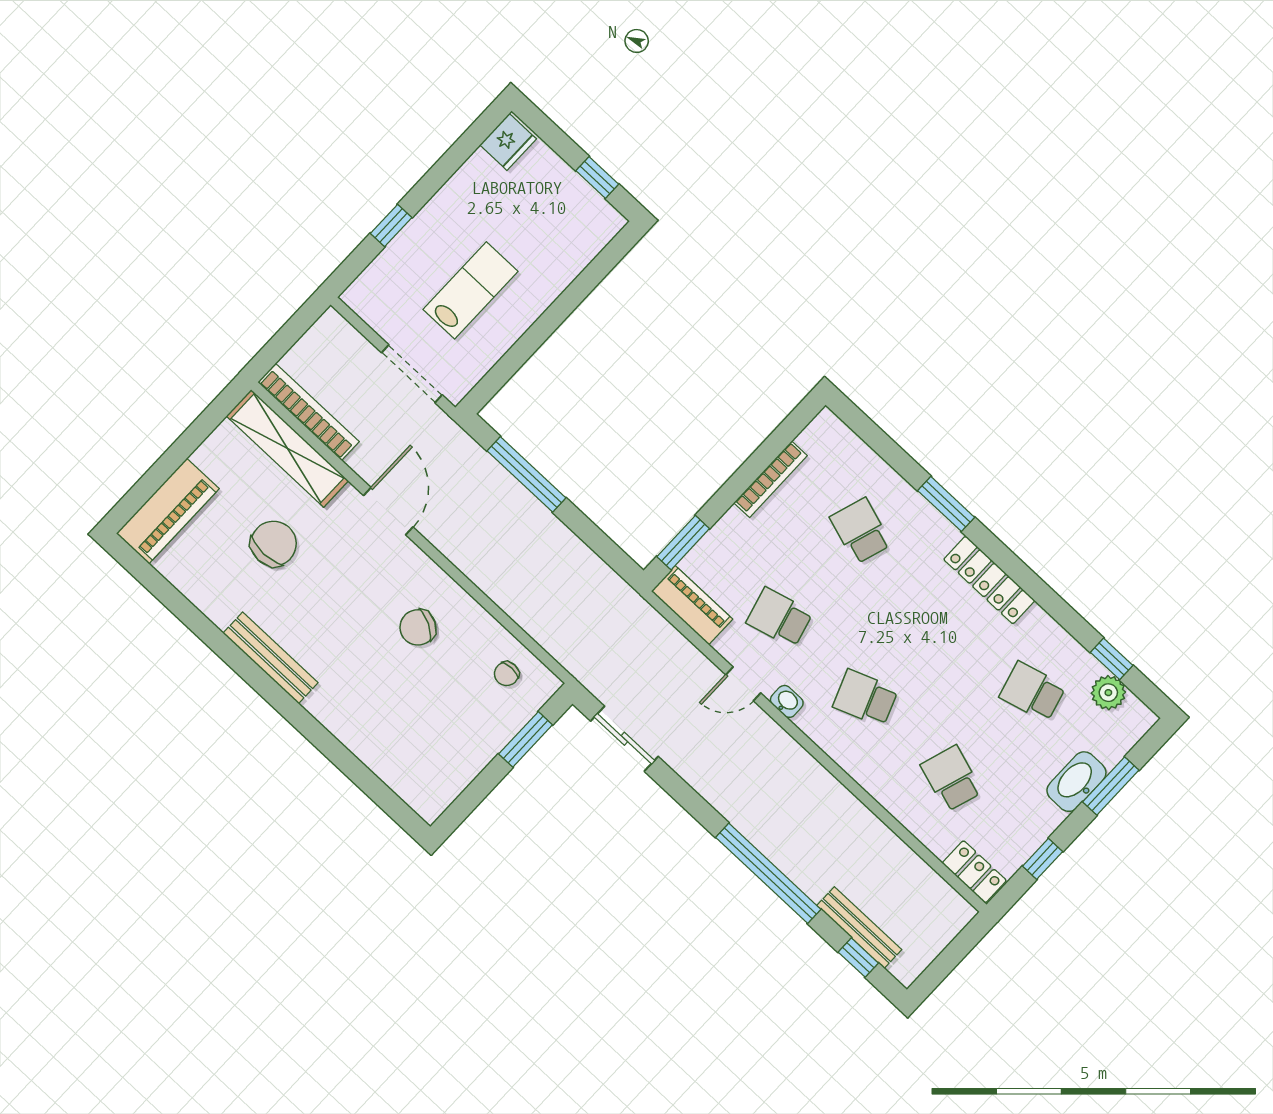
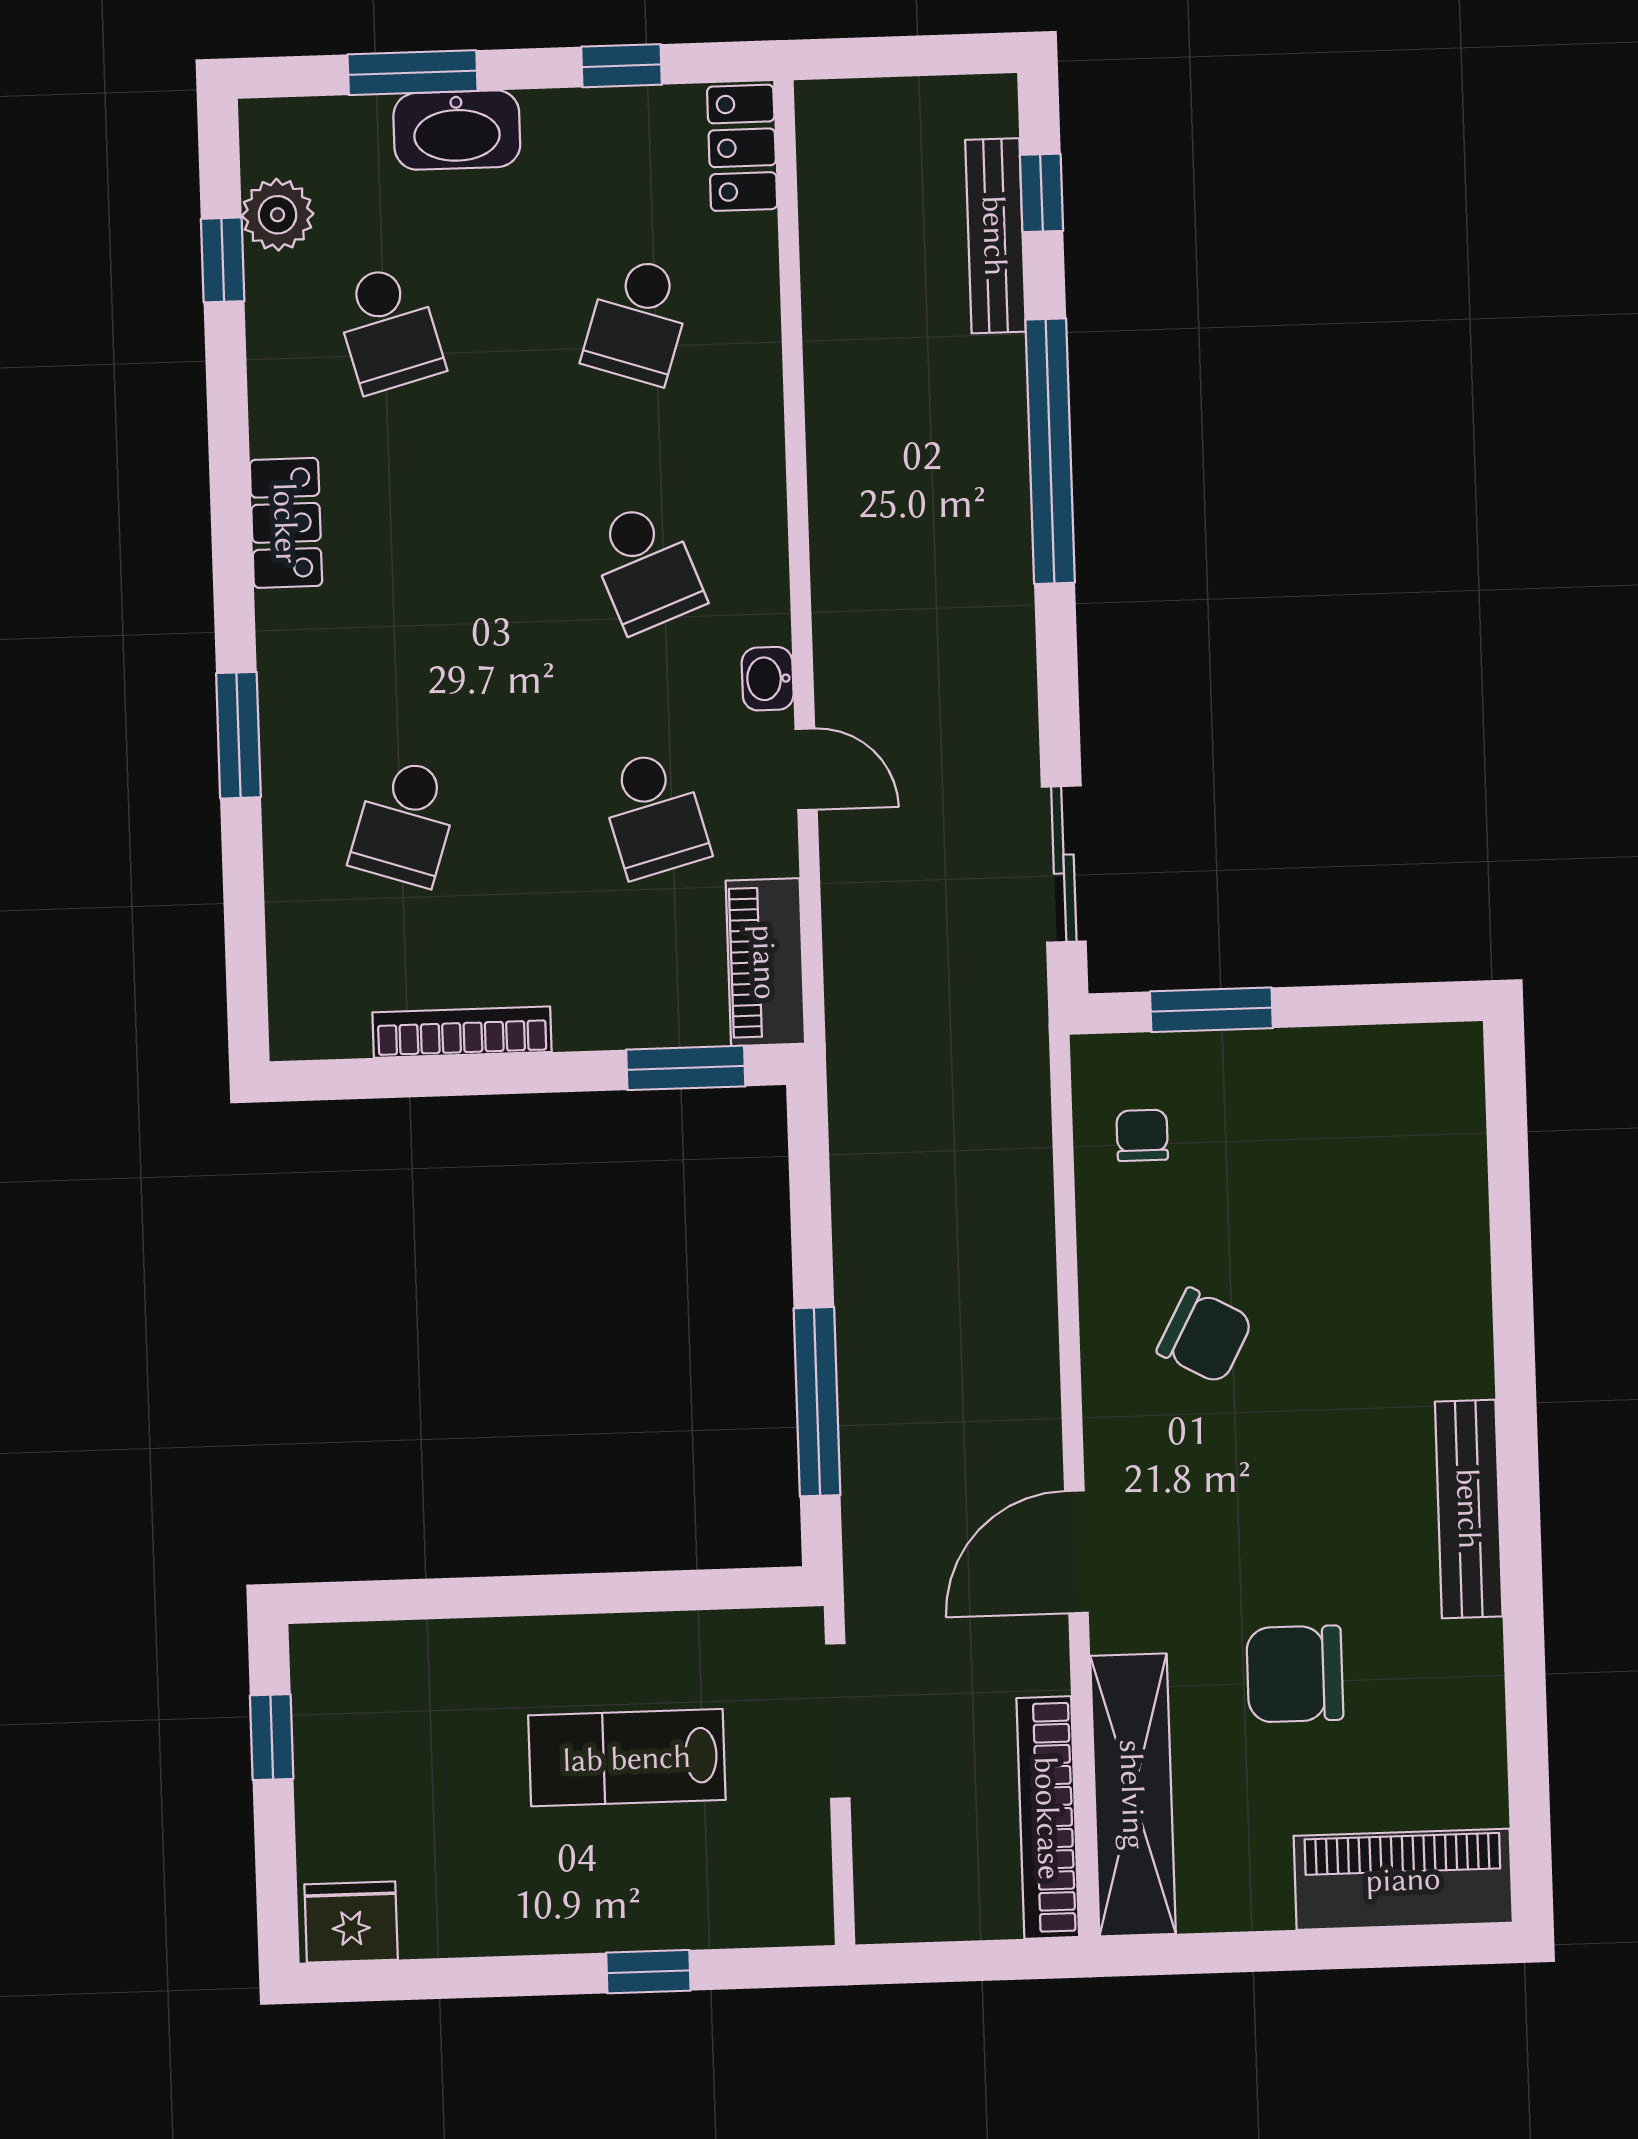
locker: (989, 580) -> (286, 523), width x0.66
chair: (507, 674) -> (1142, 1135), turned -90

